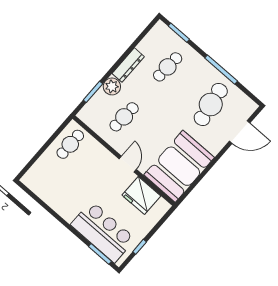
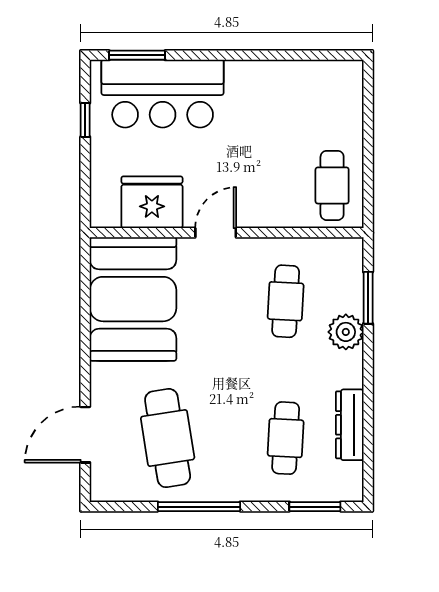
dresser: (128, 65) -> (350, 425), moved
door: (128, 164) -> (216, 233), swing flipped

